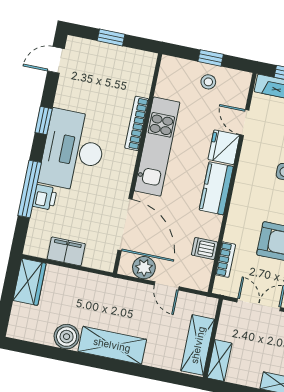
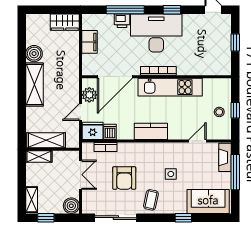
bookcase: (137, 123) -> (158, 71), moved
fridge: (224, 147) -> (93, 131), moved

